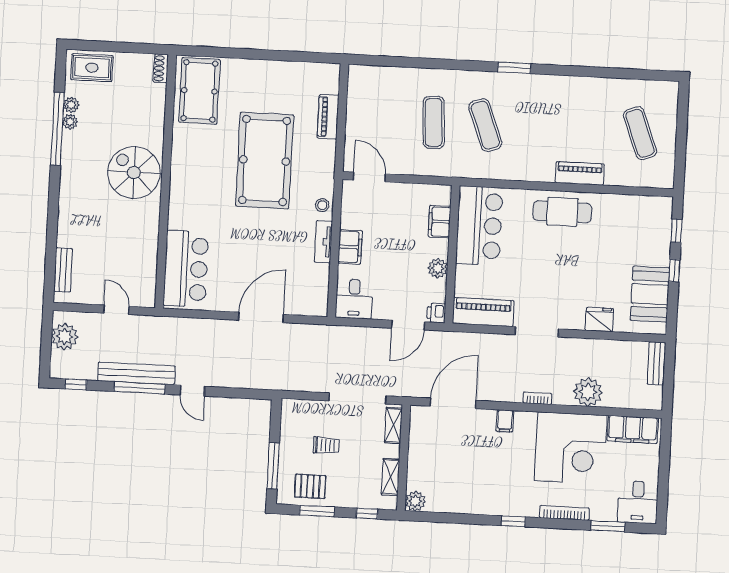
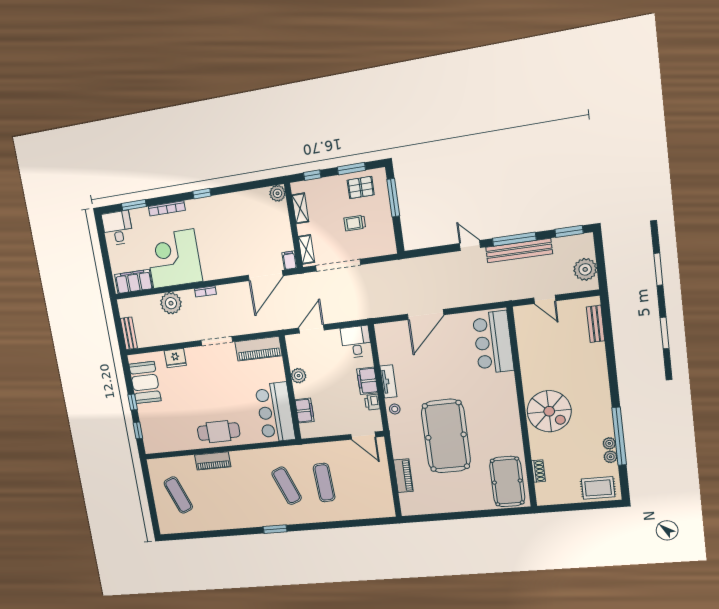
shoe rack: (161, 68) -> (538, 471), moved
printer: (436, 313) -> (372, 402), moved, turned 180
window: (76, 384) -> (569, 231), width x1.50
filing cabinet: (505, 421) -> (290, 260), moved

